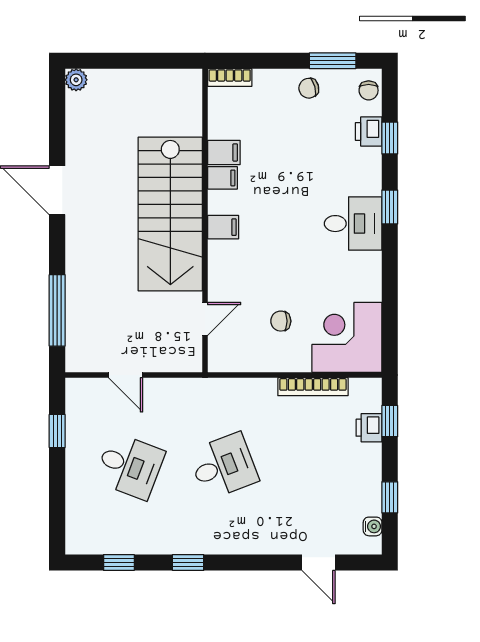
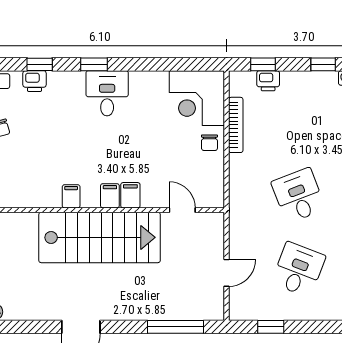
filing cabinet: (224, 152) -> (130, 195), moved
chair: (281, 321) -> (209, 143), moved

